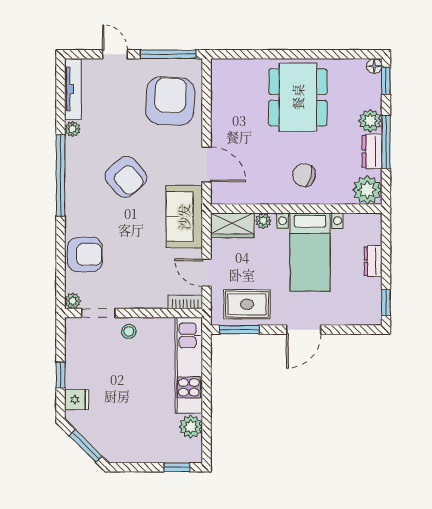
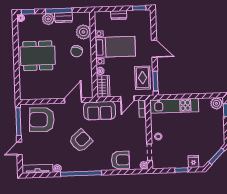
plant: (367, 190) -> (83, 32), moved
armchair: (85, 254) -> (120, 160), turned 90
plant: (191, 427) -> (216, 103), moved

